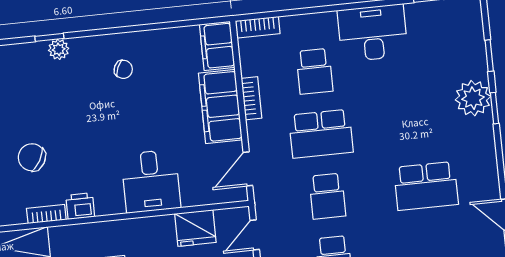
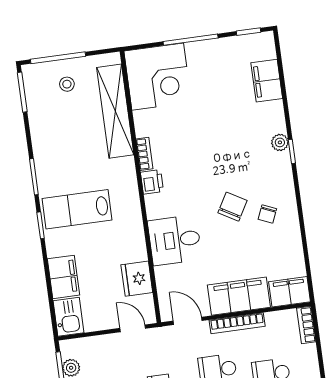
plant: (59, 49) -> (280, 142), moved
bookcase: (252, 98) -> (237, 323), width x1.56
chair: (32, 157) -> (232, 207), moved

